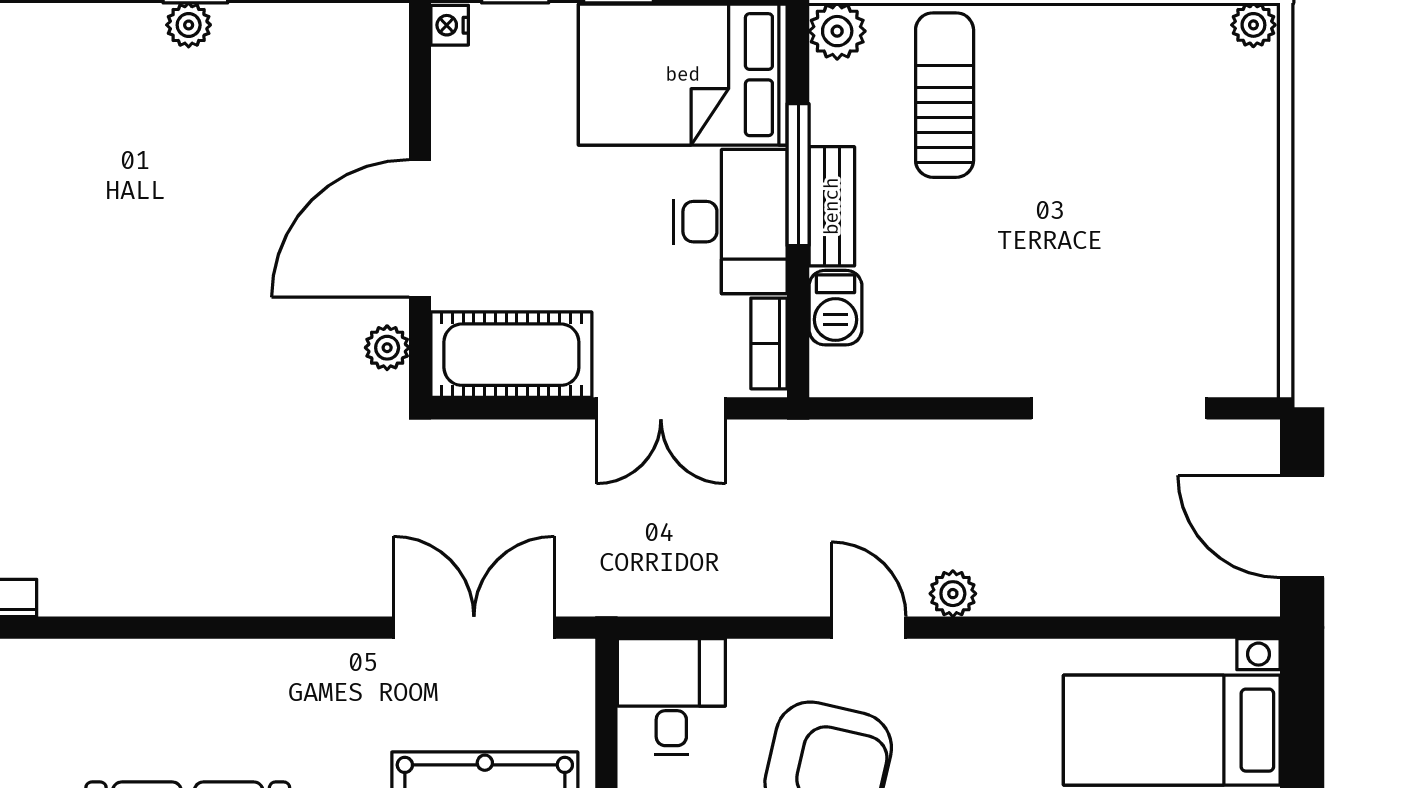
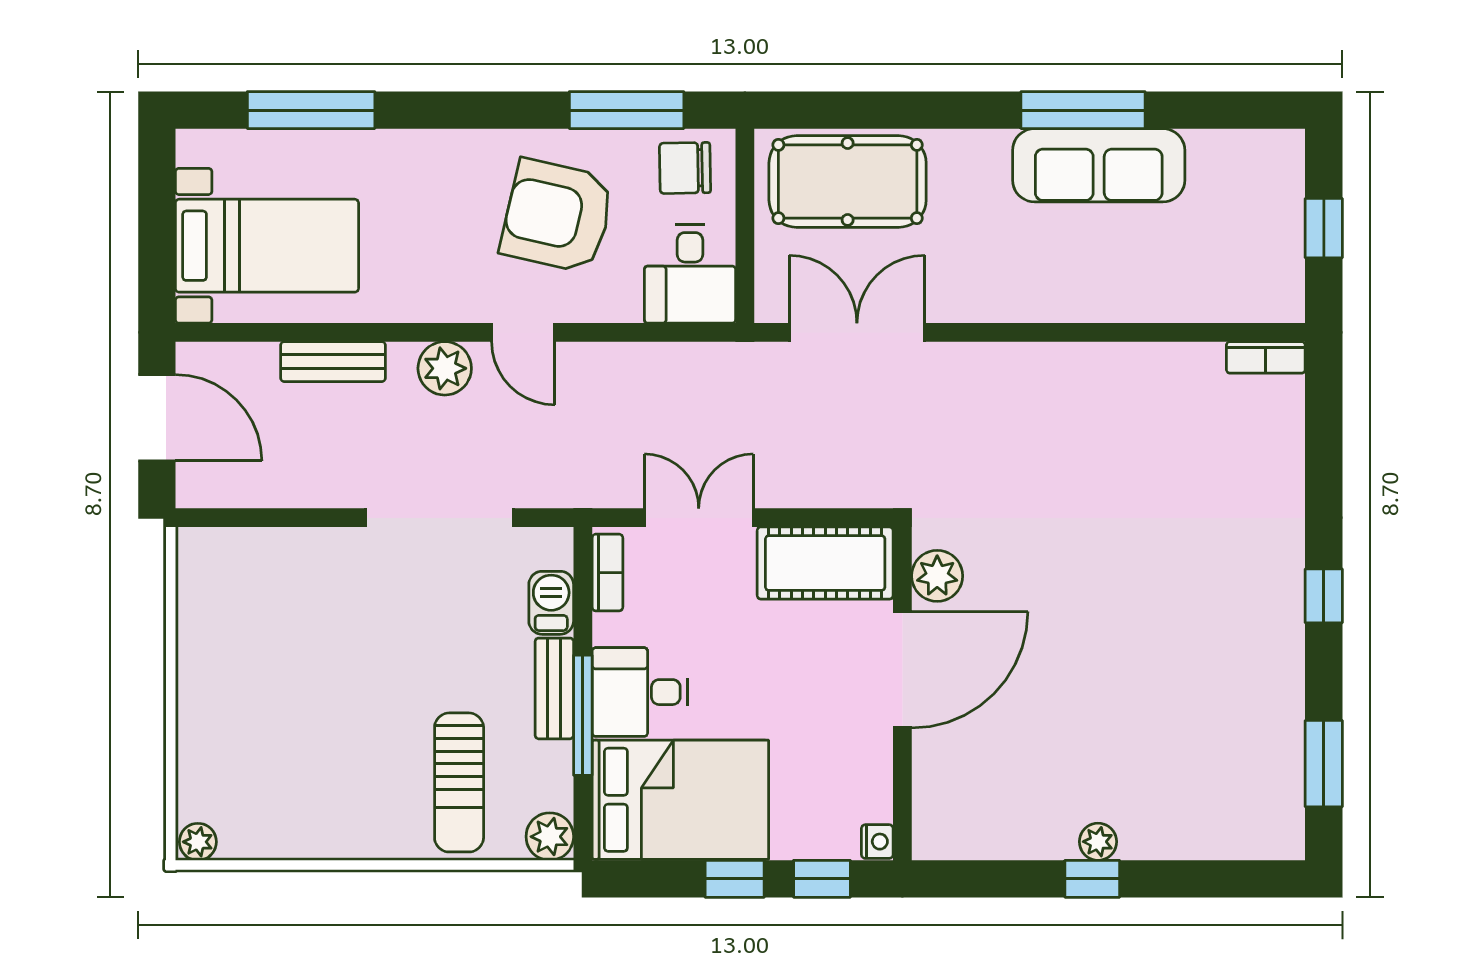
desk: (730, 222) -> (640, 692), width x0.73
plant: (387, 348) -> (937, 576), width x1.38, depth x1.38
doorway: (1119, 408) -> (439, 518), moved
bench: (1094, 593) -> (333, 362), added
plant: (953, 594) -> (445, 368), width x1.38, depth x1.38
double door: (474, 628) -> (857, 332), swing flipped

